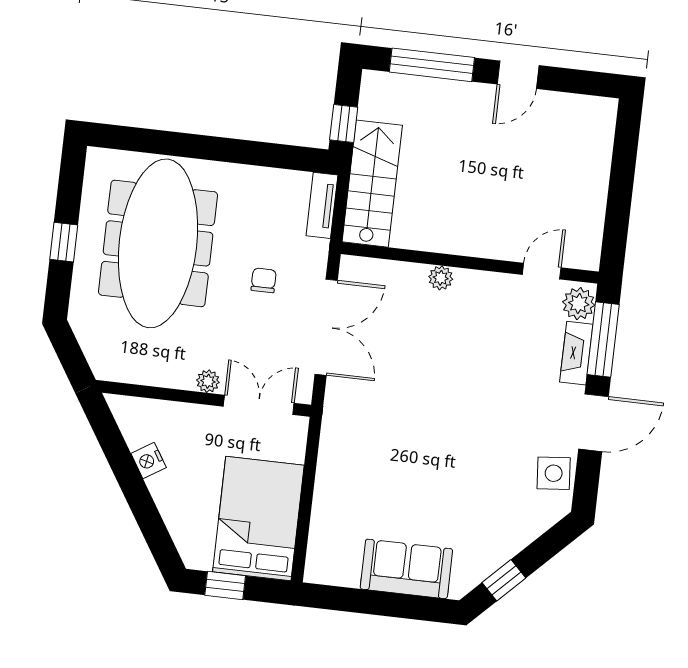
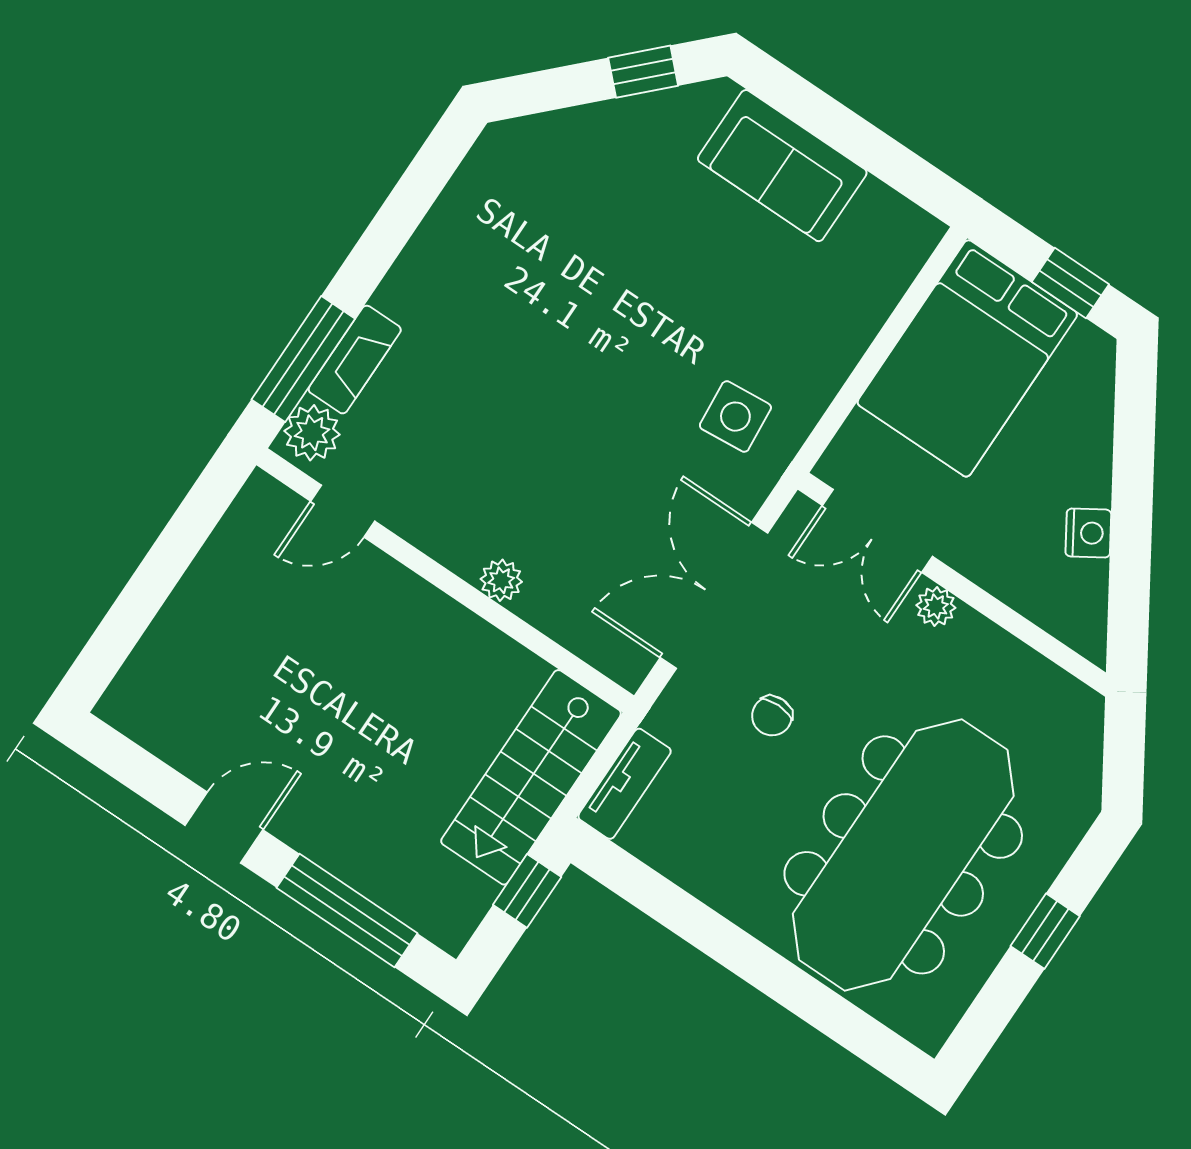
door: (593, 423) -> (383, 240), removed
side table: (554, 473) -> (735, 417), moved

